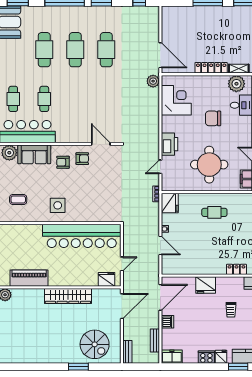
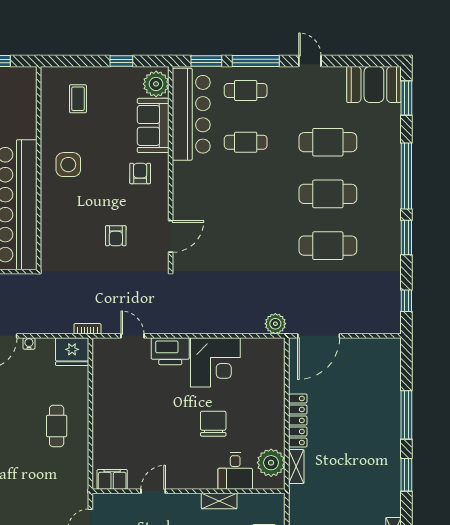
corner desk: (176, 100) -> (215, 362), moved
armchair: (82, 159) -> (116, 236), moved
round table: (209, 165) -> (136, 417), removed

